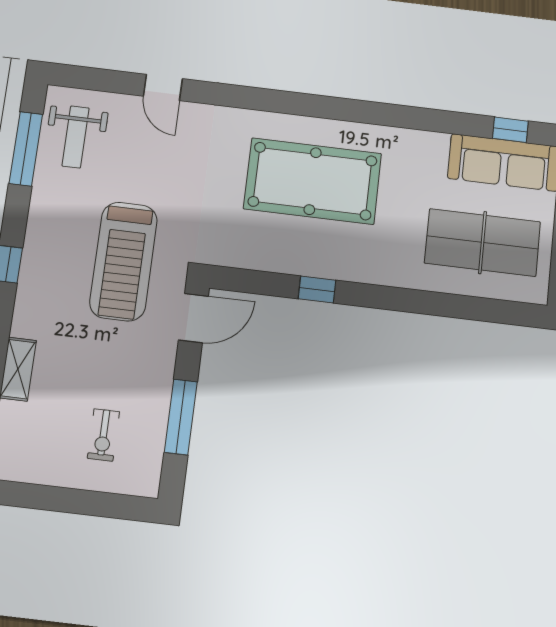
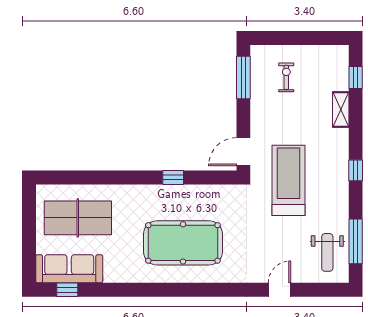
door: (163, 87) -> (279, 290), hinge flipped
weight bench: (76, 137) -> (327, 252), turned 180
window: (181, 417) -> (243, 78), moved

